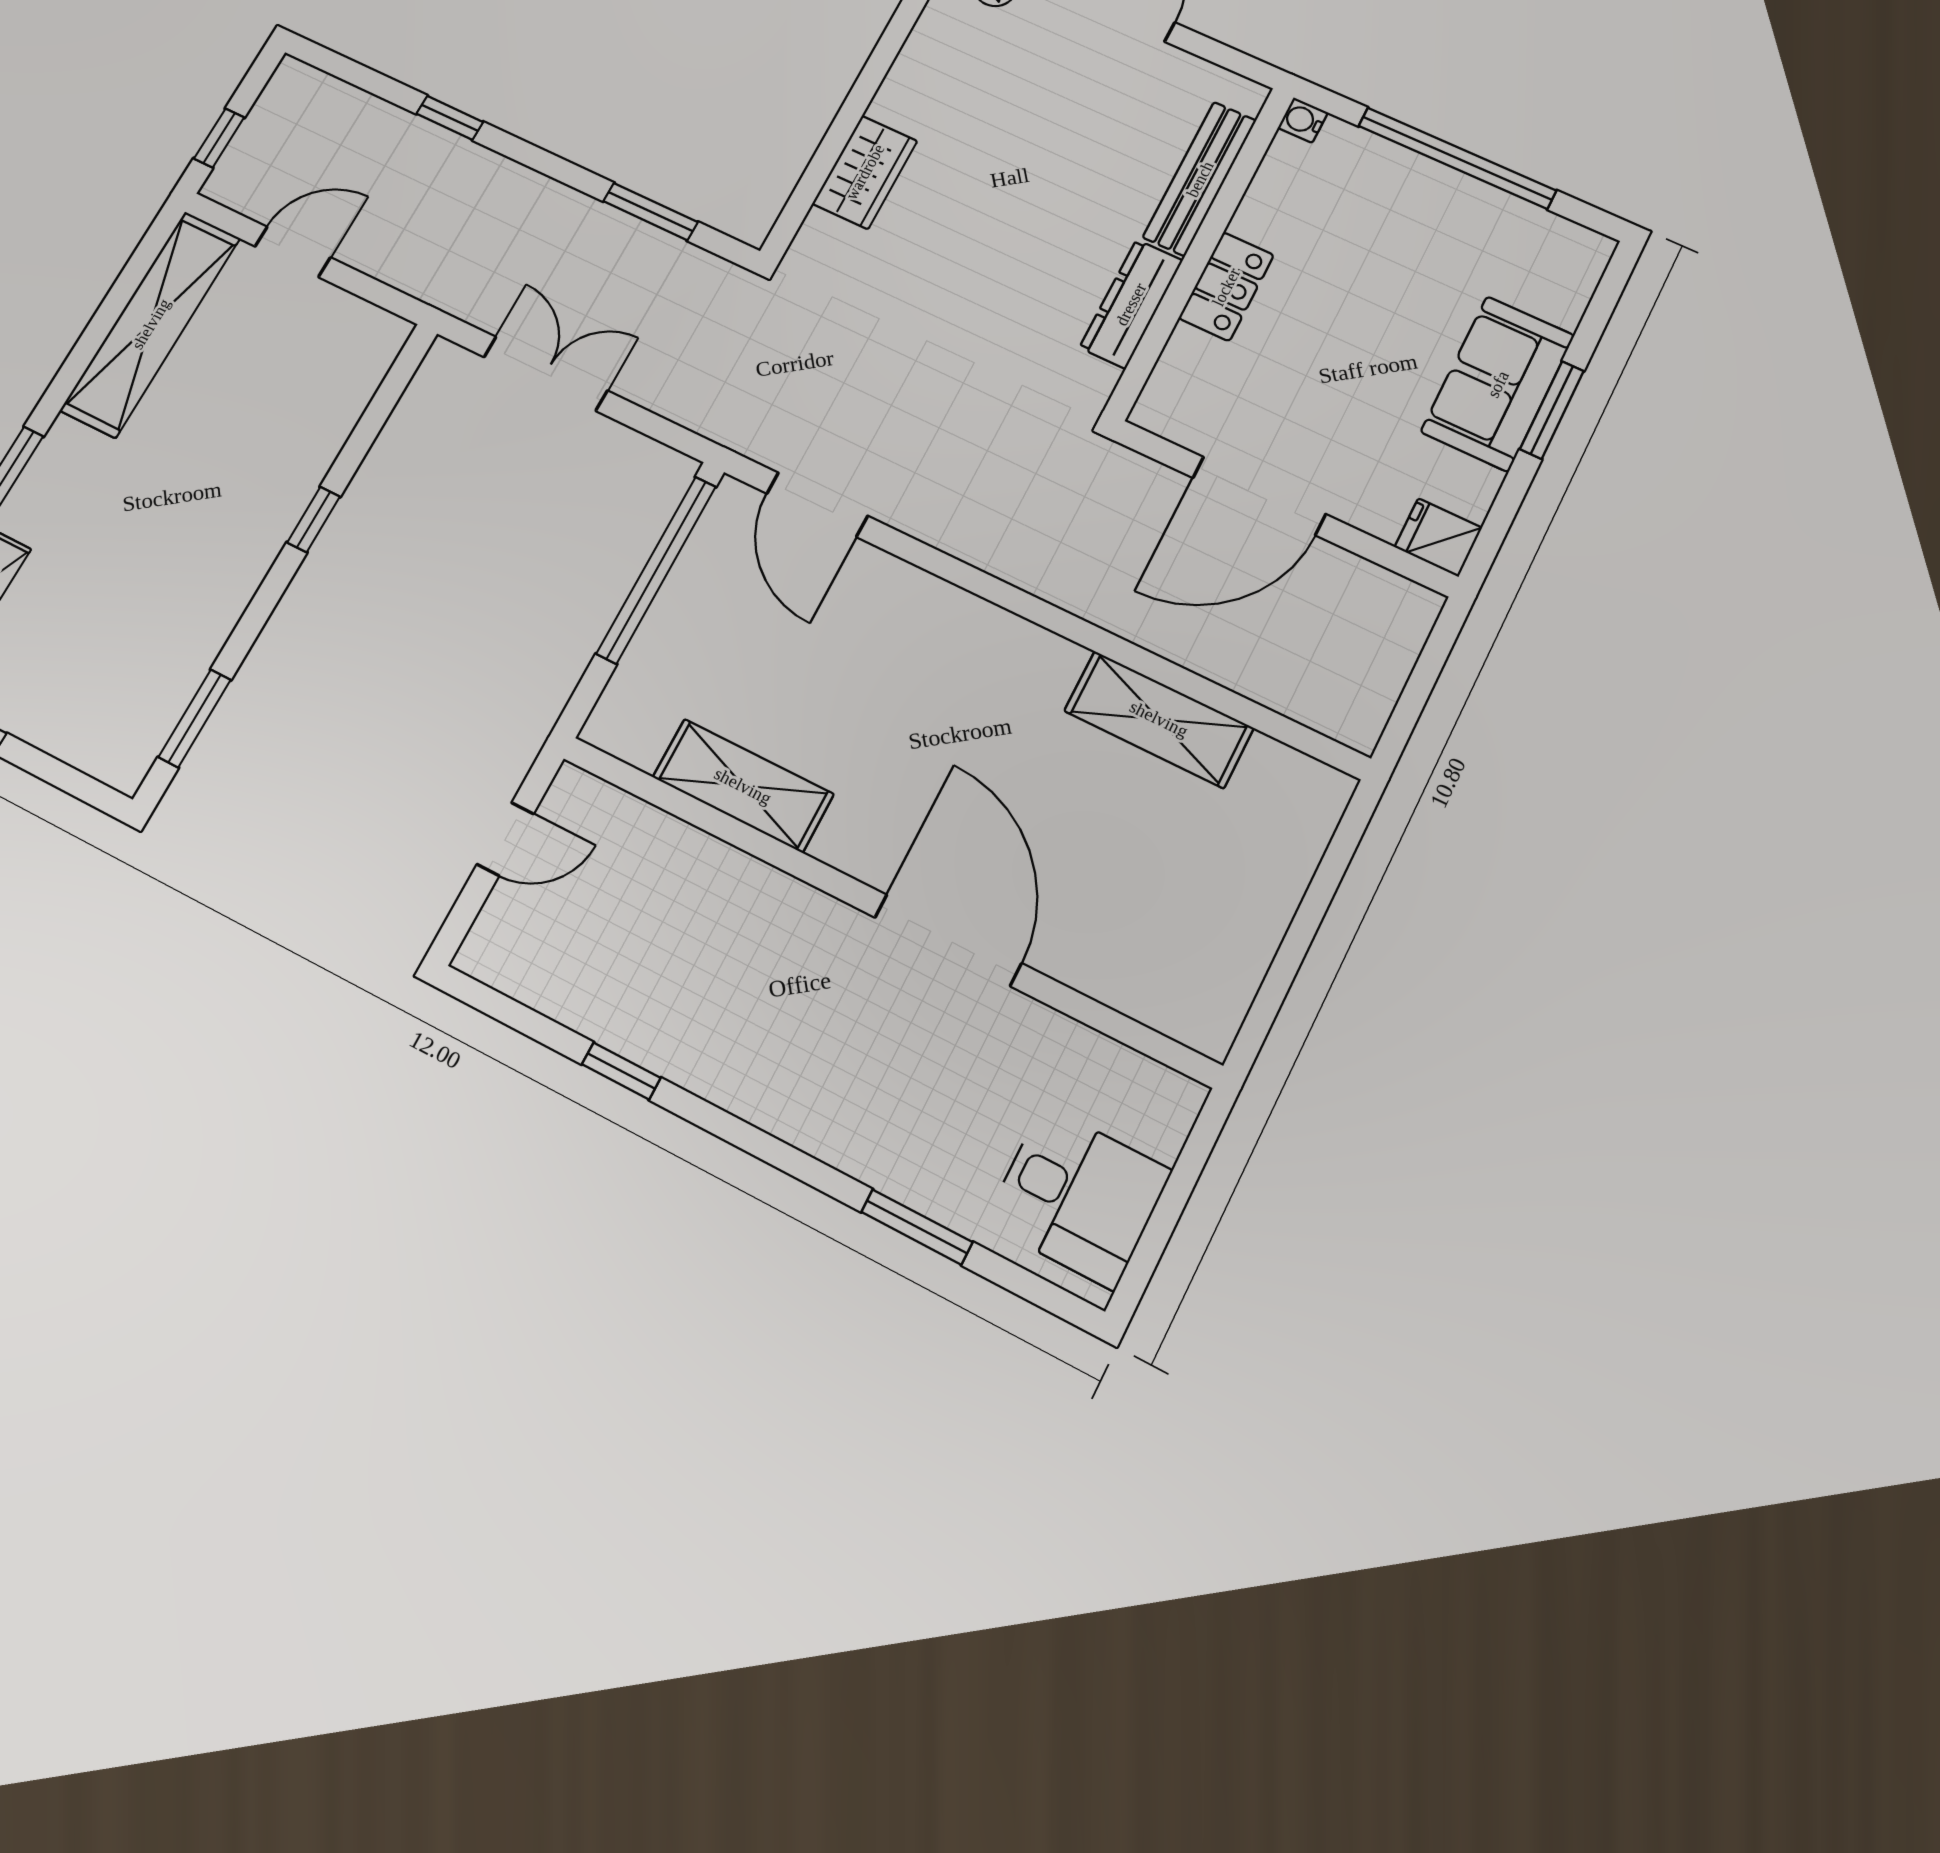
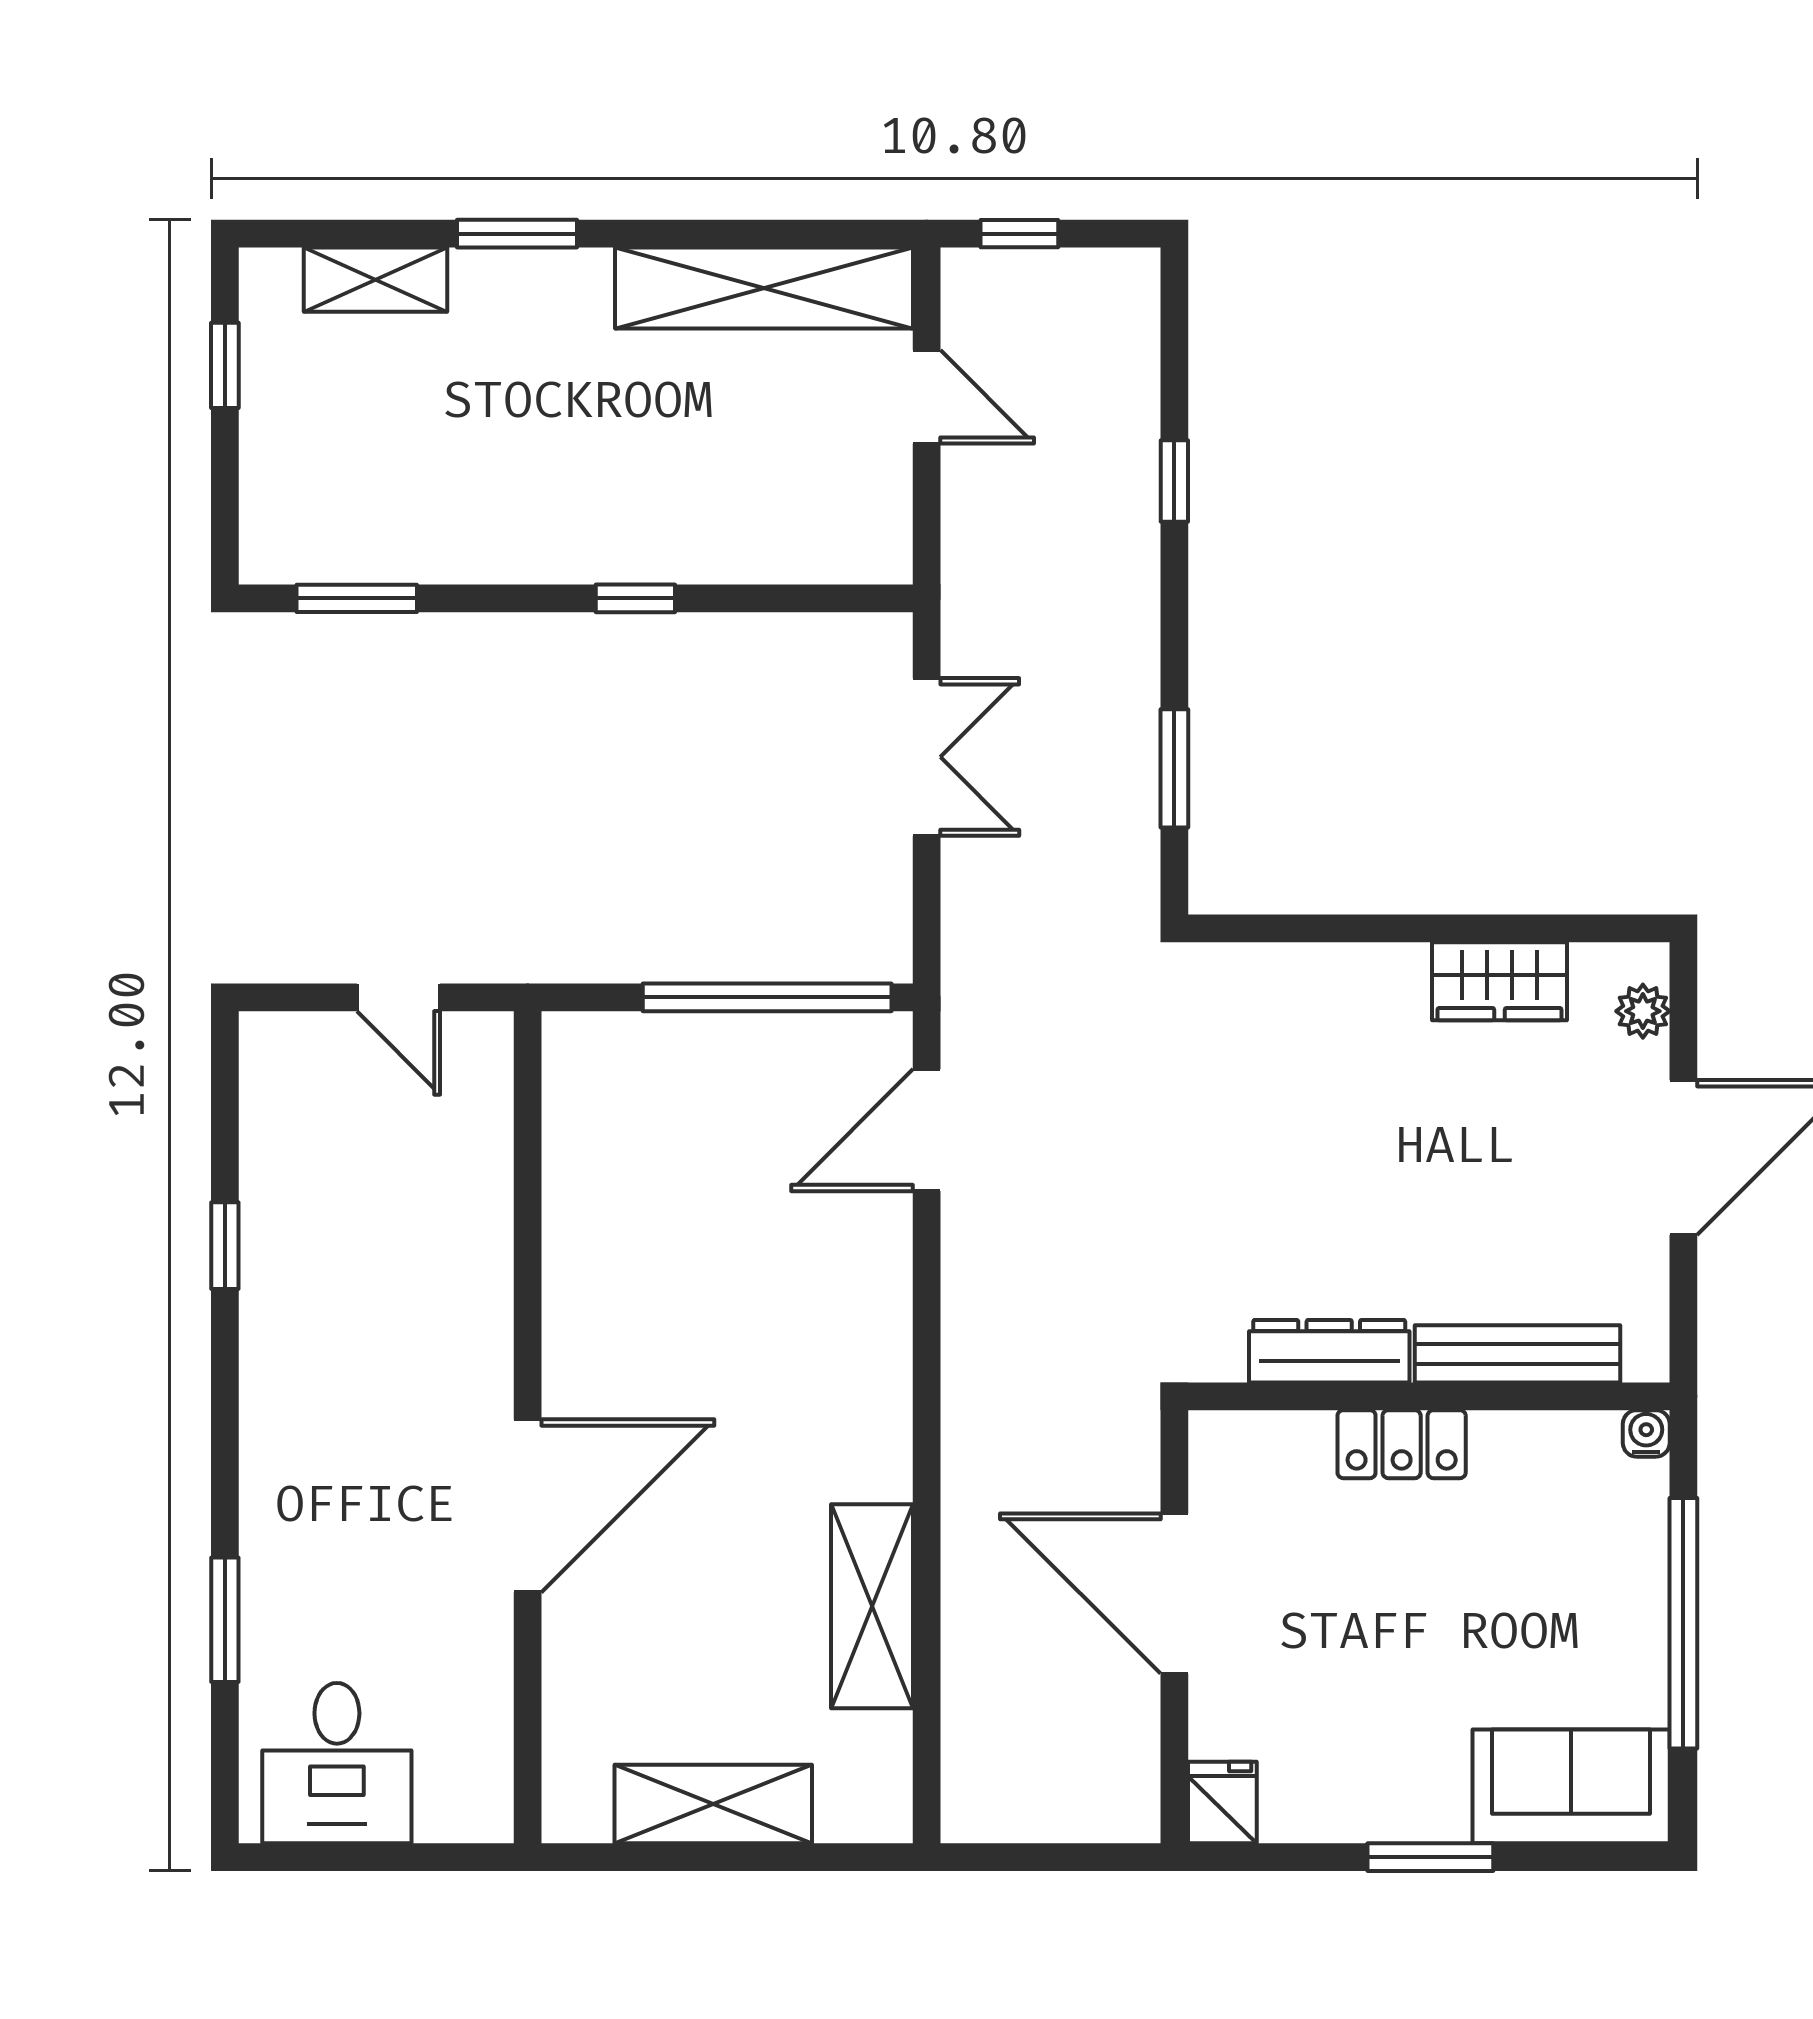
wardrobe: (865, 172) -> (1499, 981), moved
sofa: (1498, 384) -> (1571, 1786), moved
shelving: (743, 786) -> (713, 1804), moved, turned 90

